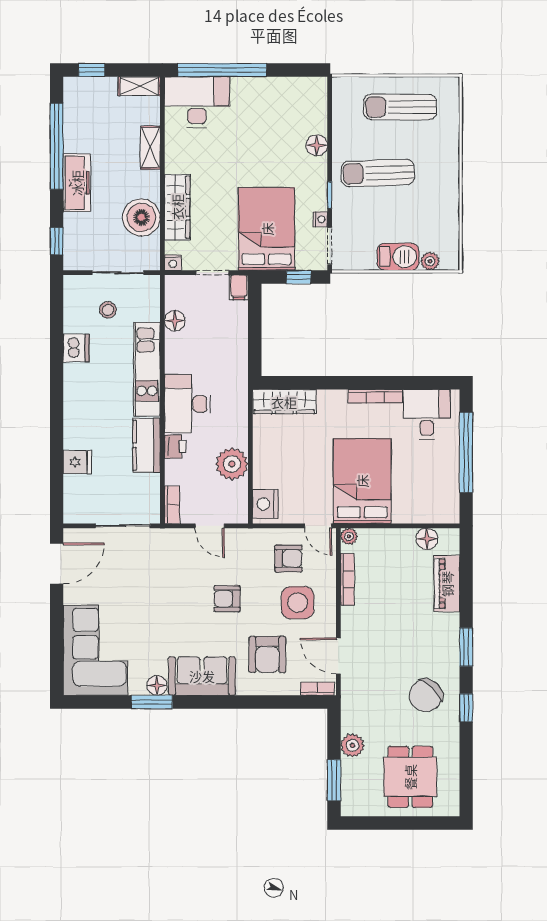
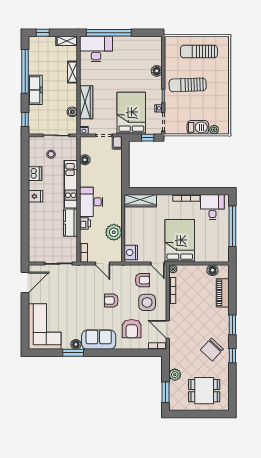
boiler: (141, 217) -> (72, 112), width x0.54, depth x0.54
fridge: (77, 462) -> (35, 196), moved
dining table: (410, 777) -> (204, 391), turned 90

